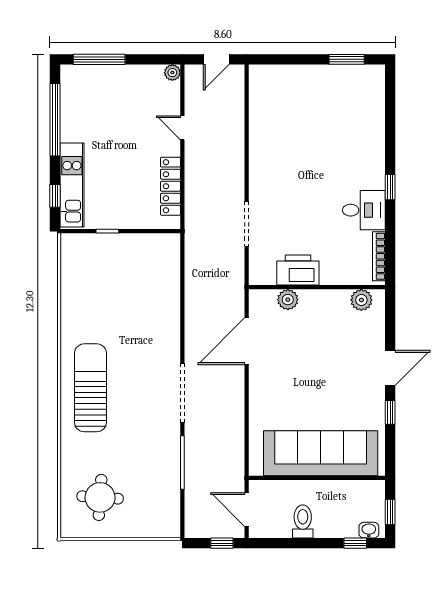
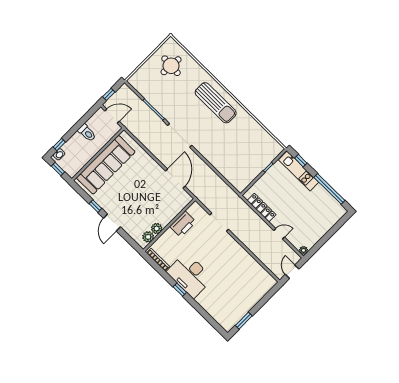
window: (99, 59) -> (336, 228), removed
desk: (364, 210) -> (190, 275), width x1.87, depth x1.30
plant: (288, 300) -> (157, 229), moved

